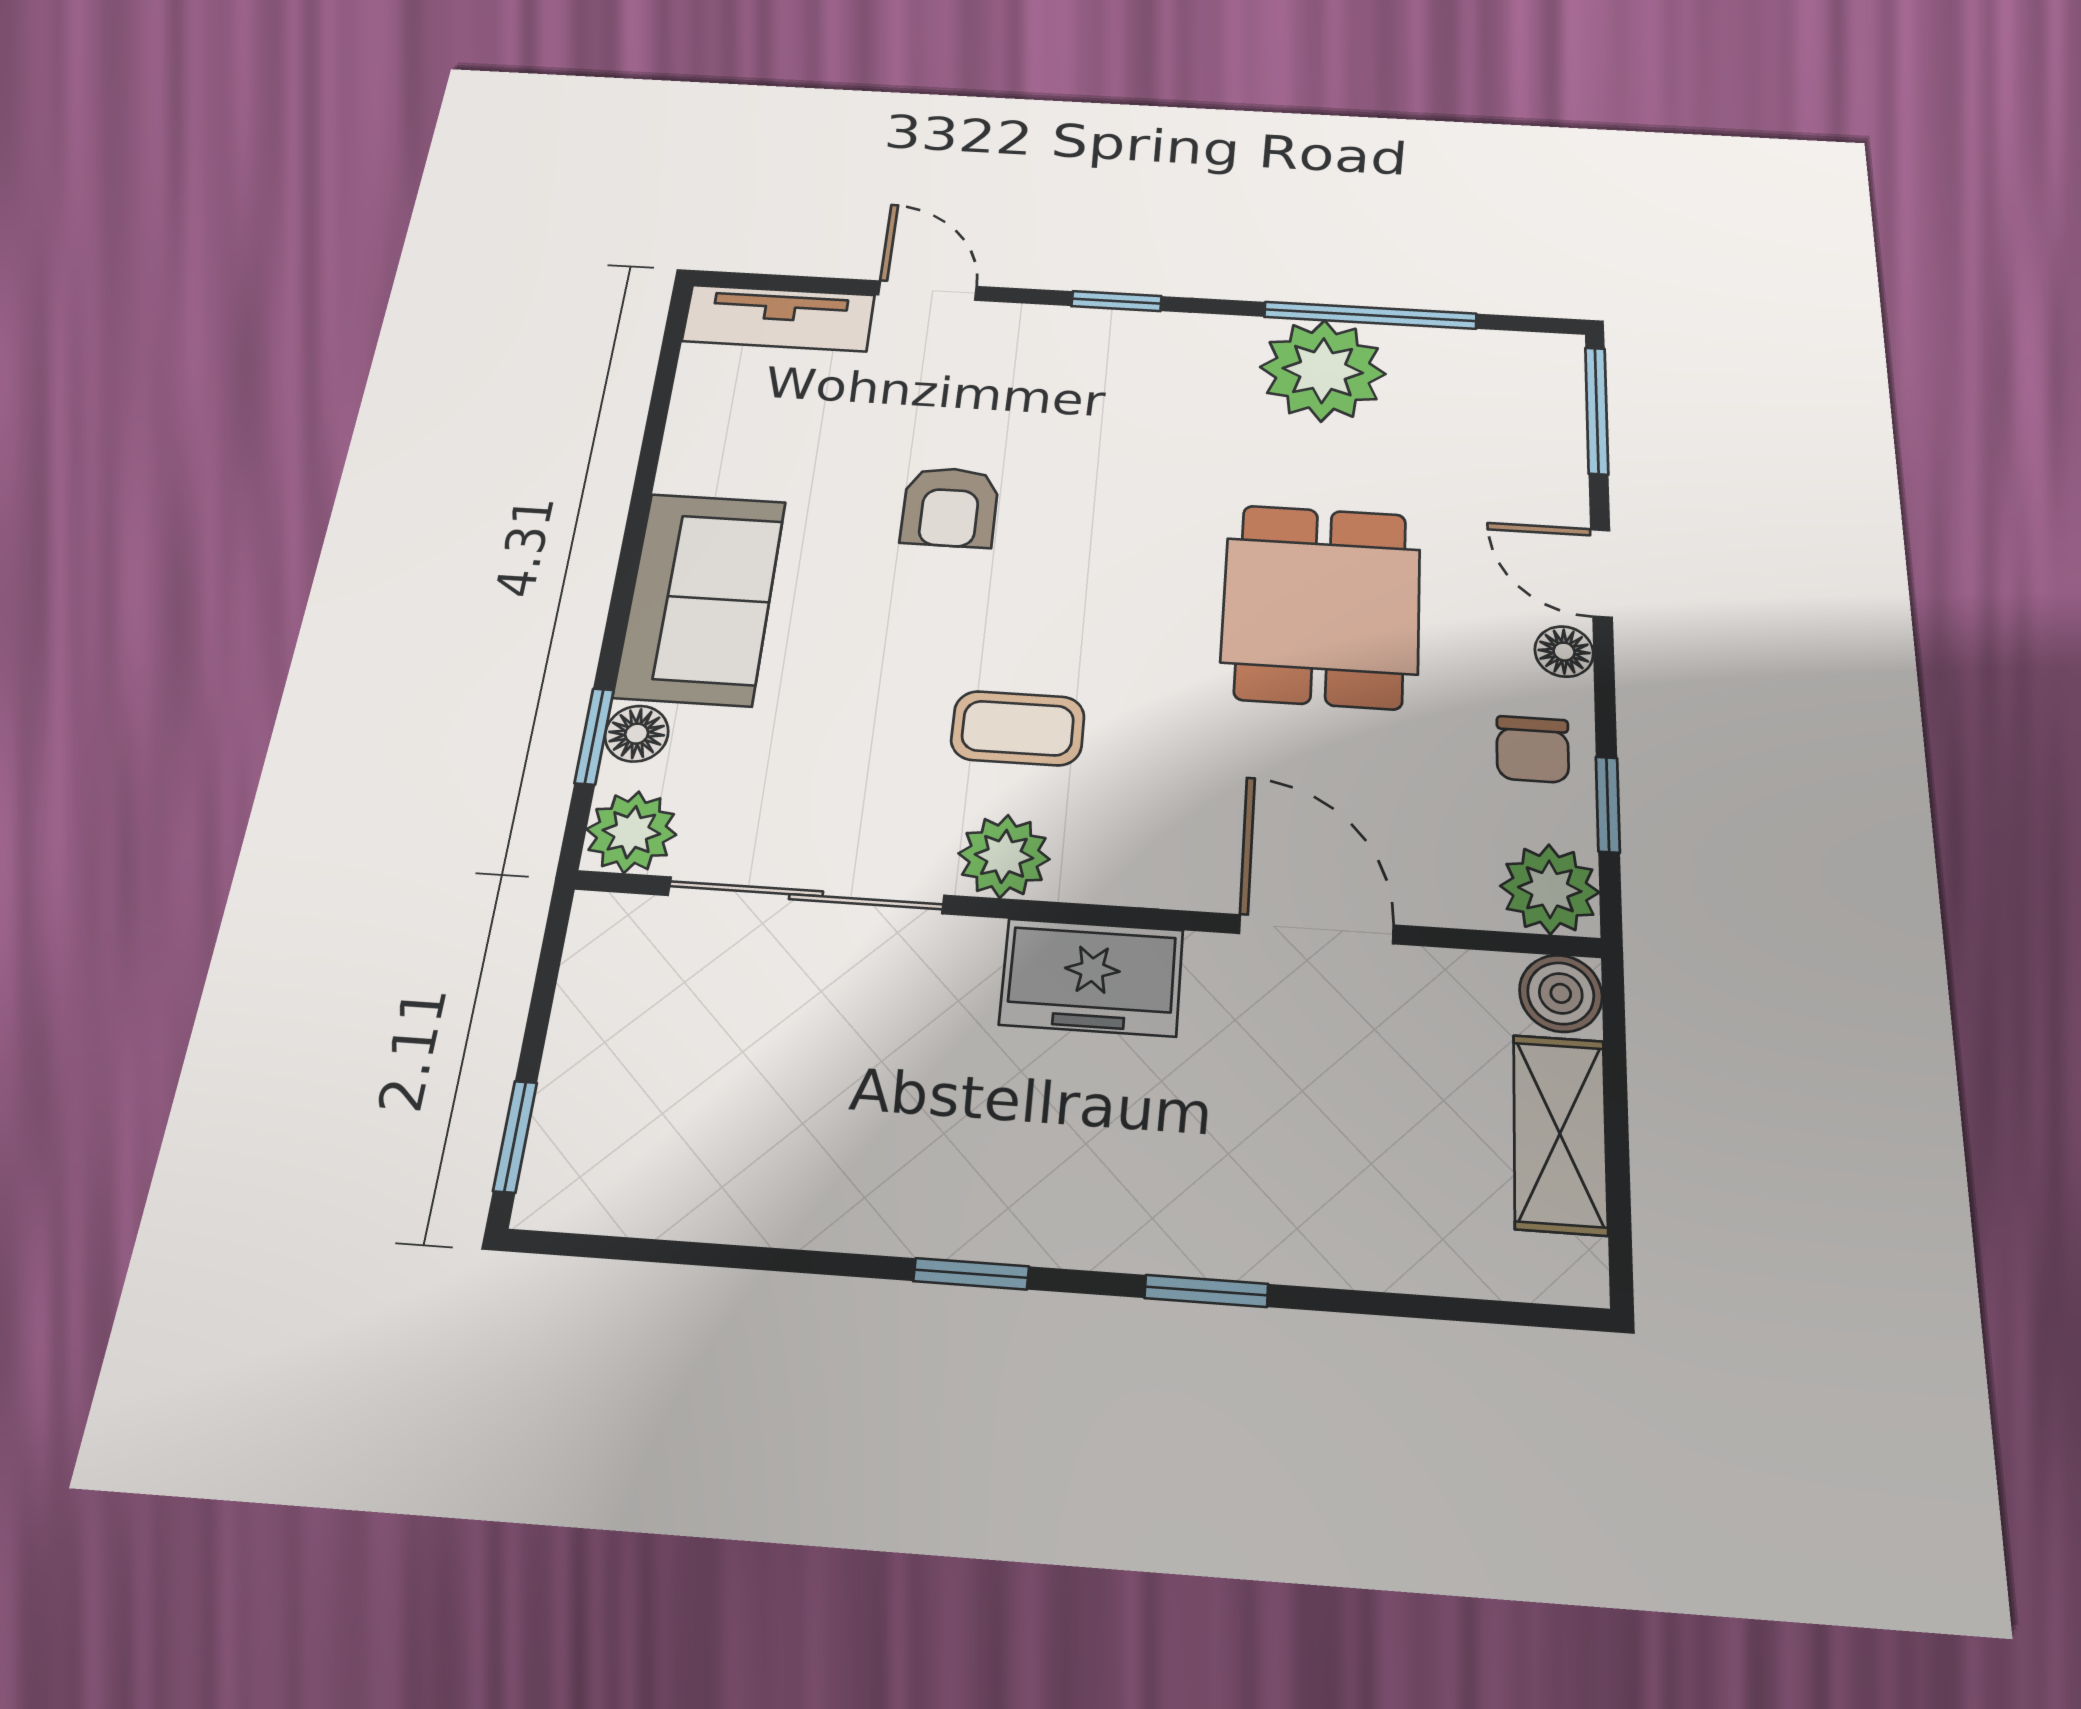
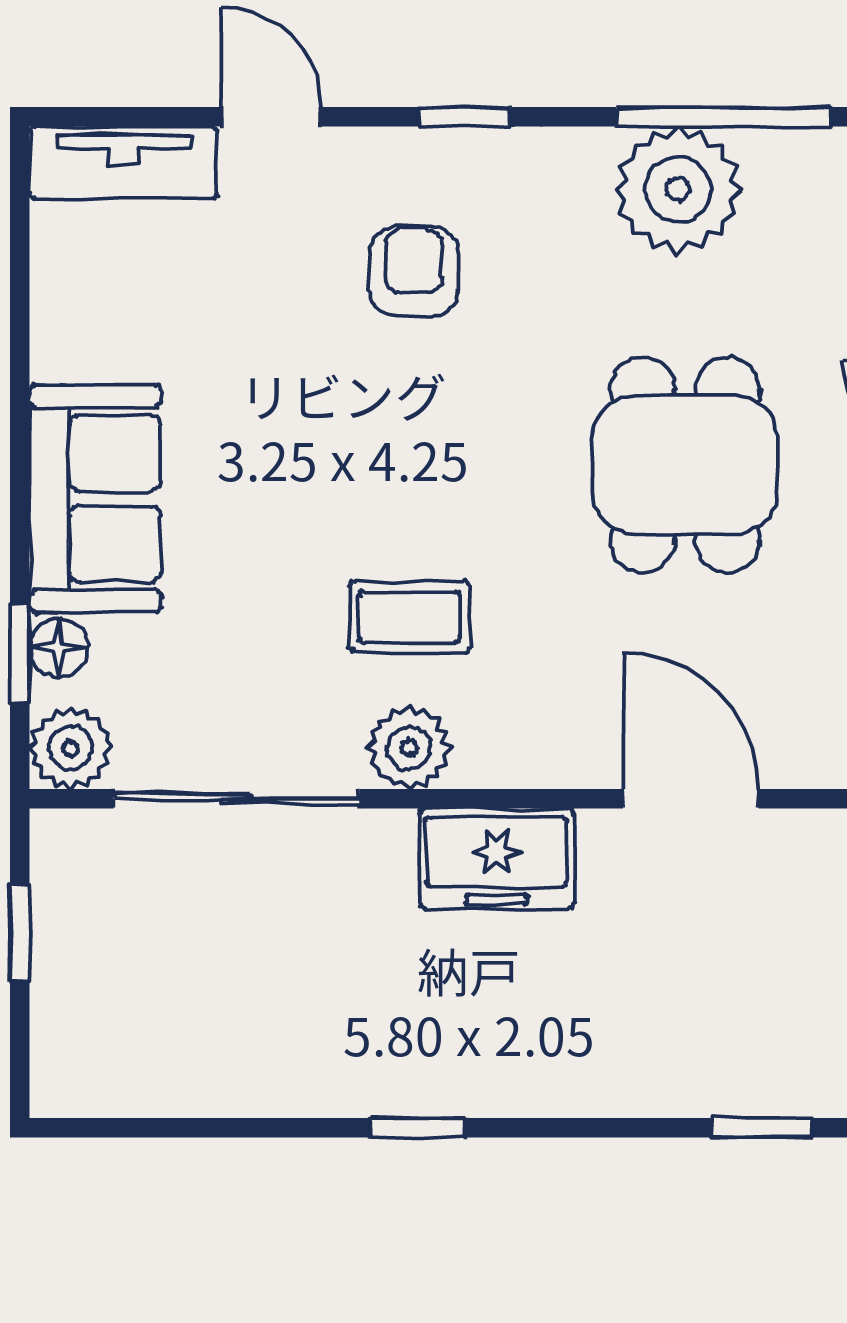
armchair: (950, 507) -> (414, 271), moved, turned 180
window: (515, 1137) -> (20, 933), moved
window: (1206, 1291) -> (762, 1128), moved

